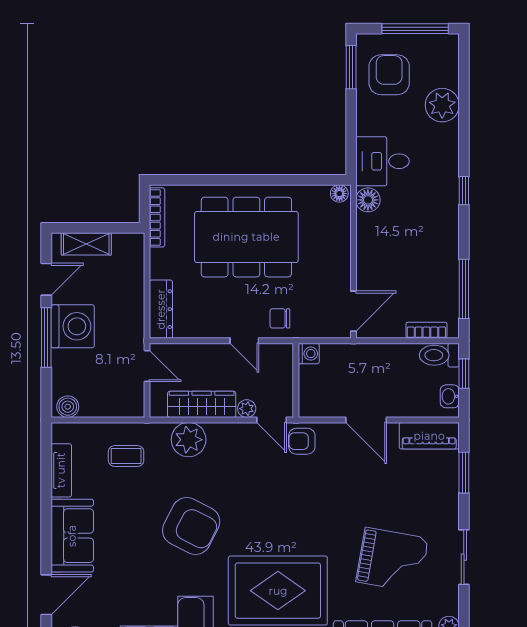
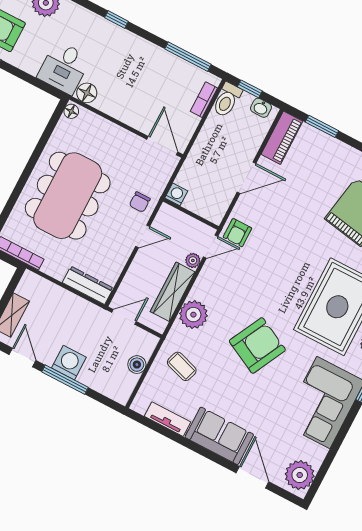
washing machine: (73, 326) -> (69, 363), width x0.73, depth x0.73
boiler: (68, 407) -> (137, 365), moved
coffee table: (126, 456) -> (182, 366), turned -72

